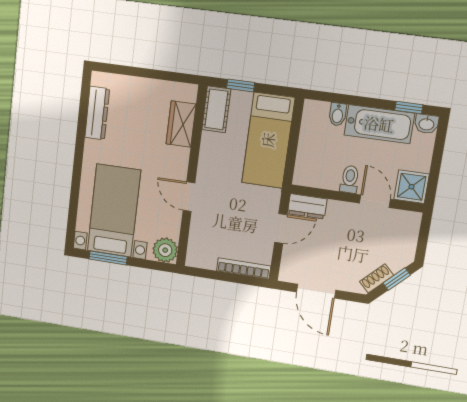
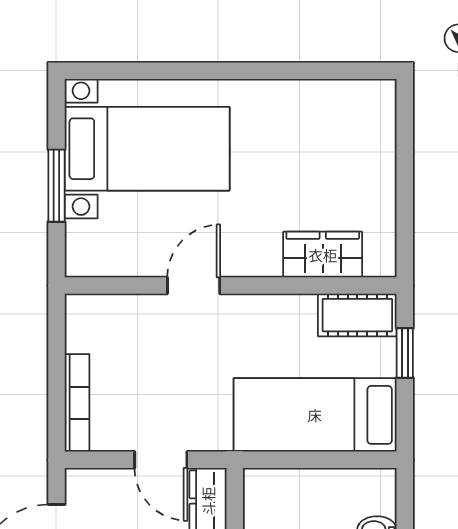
dresser: (97, 113) -> (322, 97), removed
plant: (165, 250) -> (88, 254), removed
window: (108, 258) -> (56, 186), moved

